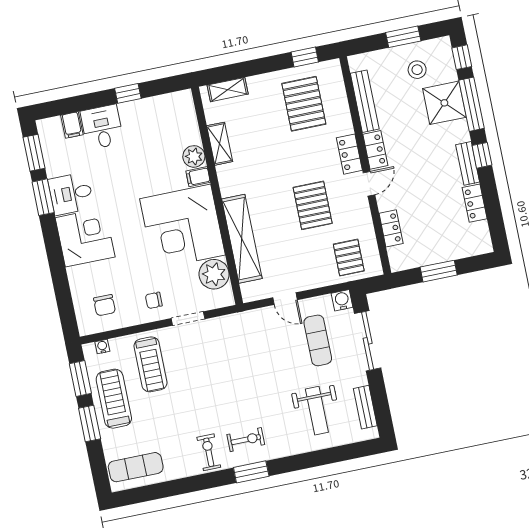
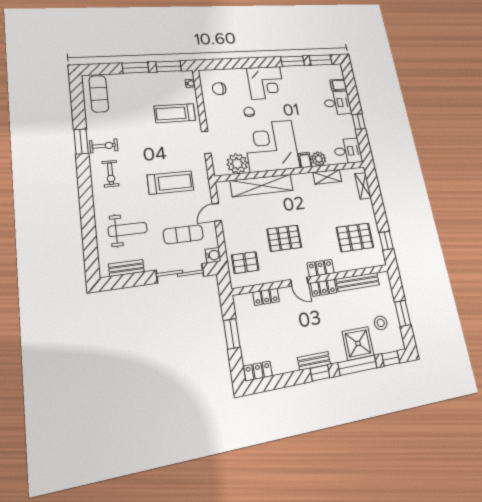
desk: (71, 194) -> (348, 151), moved, turned 90
locker: (475, 203) -> (258, 371), moved
chair: (154, 300) -> (249, 112), moved
treadmill: (114, 399) -> (170, 183), moved
weight bench: (317, 411) -> (128, 229), turned 180
window: (251, 472) -> (81, 141), moved

